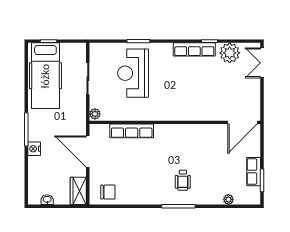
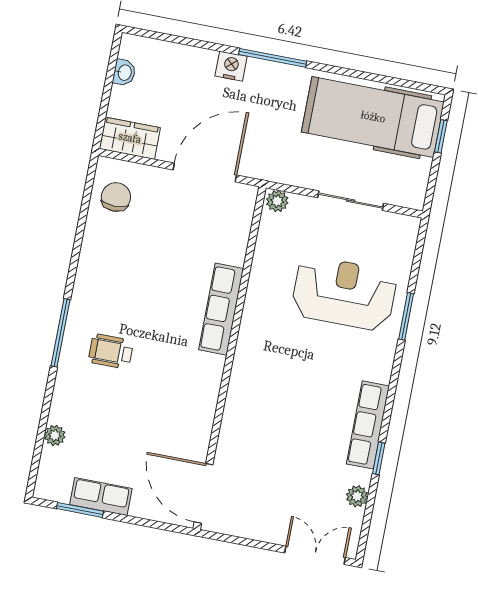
plant: (230, 53) -> (357, 496), width x0.53, depth x0.53
row of seats: (132, 131) -> (221, 309), moved
chair: (108, 192) -> (116, 197), turned 180

